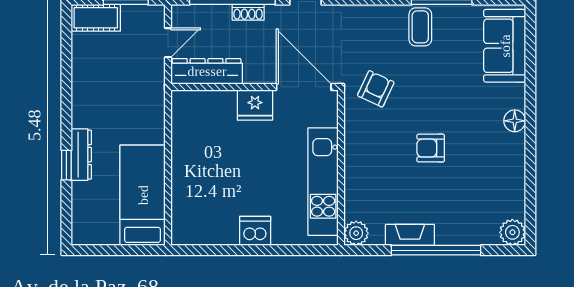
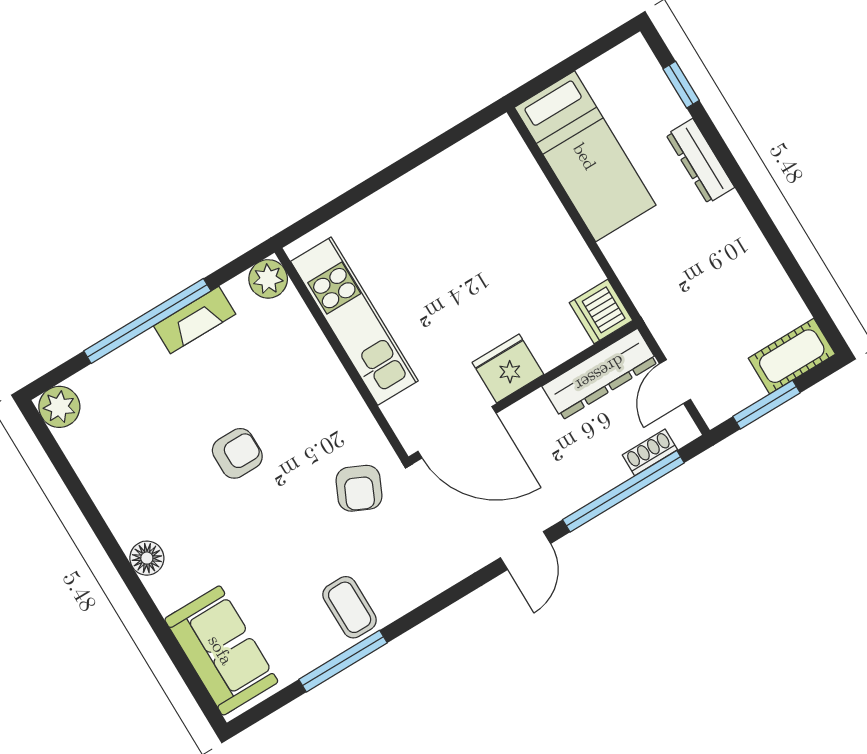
shoe rack: (248, 12) -> (650, 452), moved
window: (66, 165) -> (681, 85), moved
dishwasher: (255, 231) -> (601, 312), moved, turned 90

